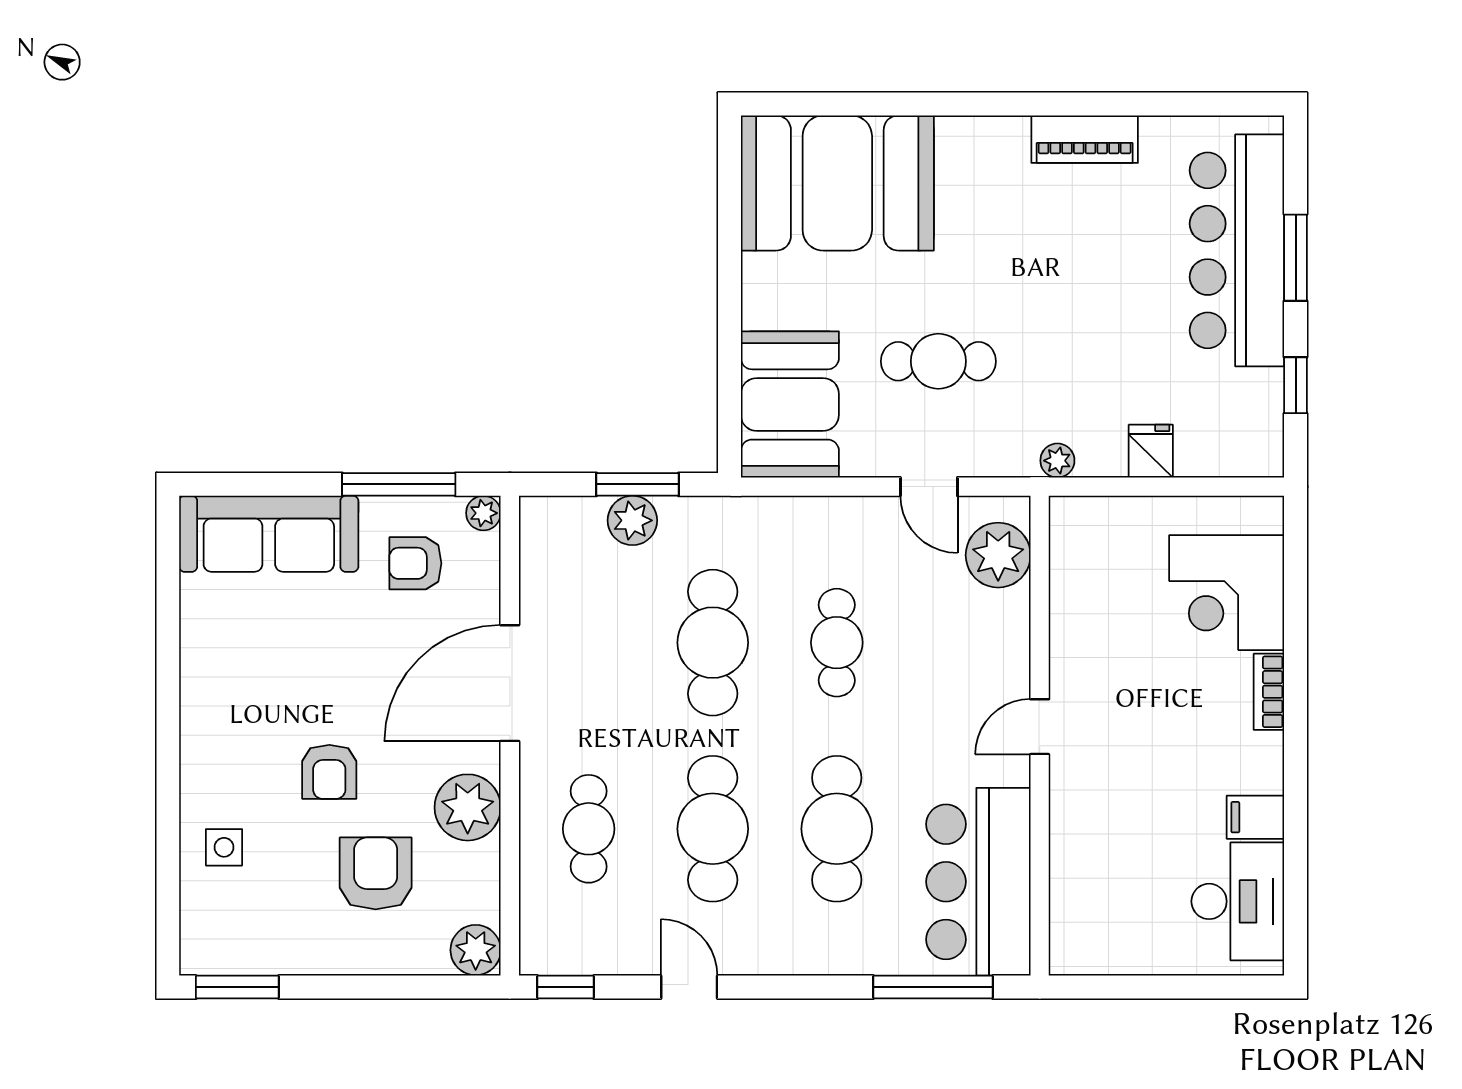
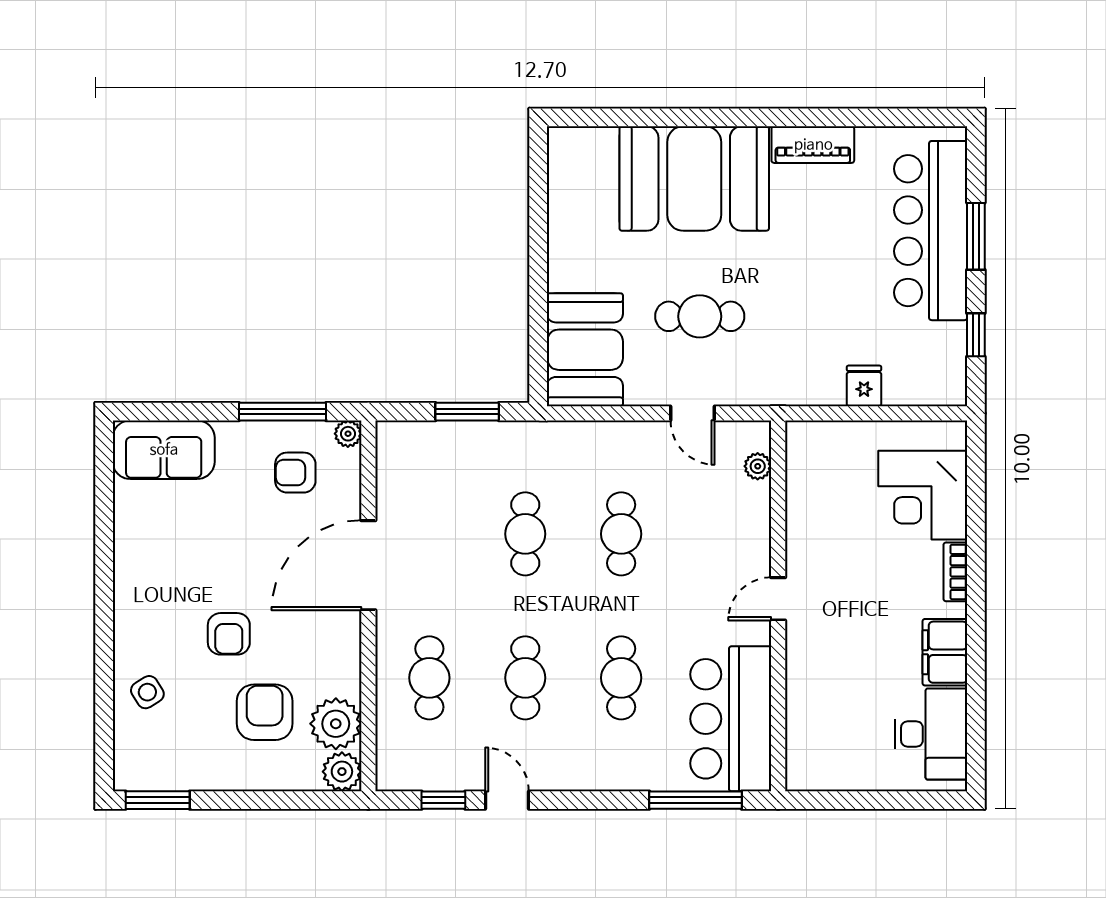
booth: (837, 183) -> (694, 178), moved
plant: (1057, 461) -> (792, 393), removed
plant: (632, 520) -> (463, 439), removed
sofa: (269, 534) -> (164, 450), width x0.73
plant: (998, 555) -> (758, 466), width x0.53, depth x0.53
cafe table: (713, 643) -> (525, 534), width x0.73, depth x0.74
plant: (468, 807) -> (336, 724), moved
filing cabinet: (1255, 817) -> (945, 652), width x2.00
cafe table: (713, 829) -> (525, 678), width x0.73, depth x0.74
cafe table: (837, 829) -> (621, 678), width x0.73, depth x0.74
side table: (224, 847) -> (147, 692), turned -32
window: (566, 987) -> (443, 800), moved

